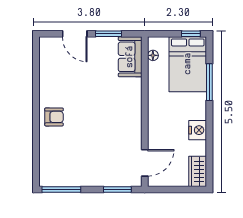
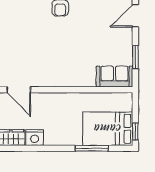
door: (75, 34) -> (135, 16), moved
floor lamp: (153, 55) -> (116, 97), removed
nightstand: (198, 130) -> (35, 138), moved

